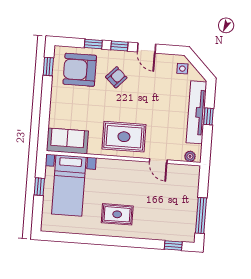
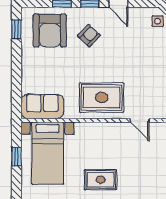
armchair: (80, 70) -> (50, 31), turned -90

